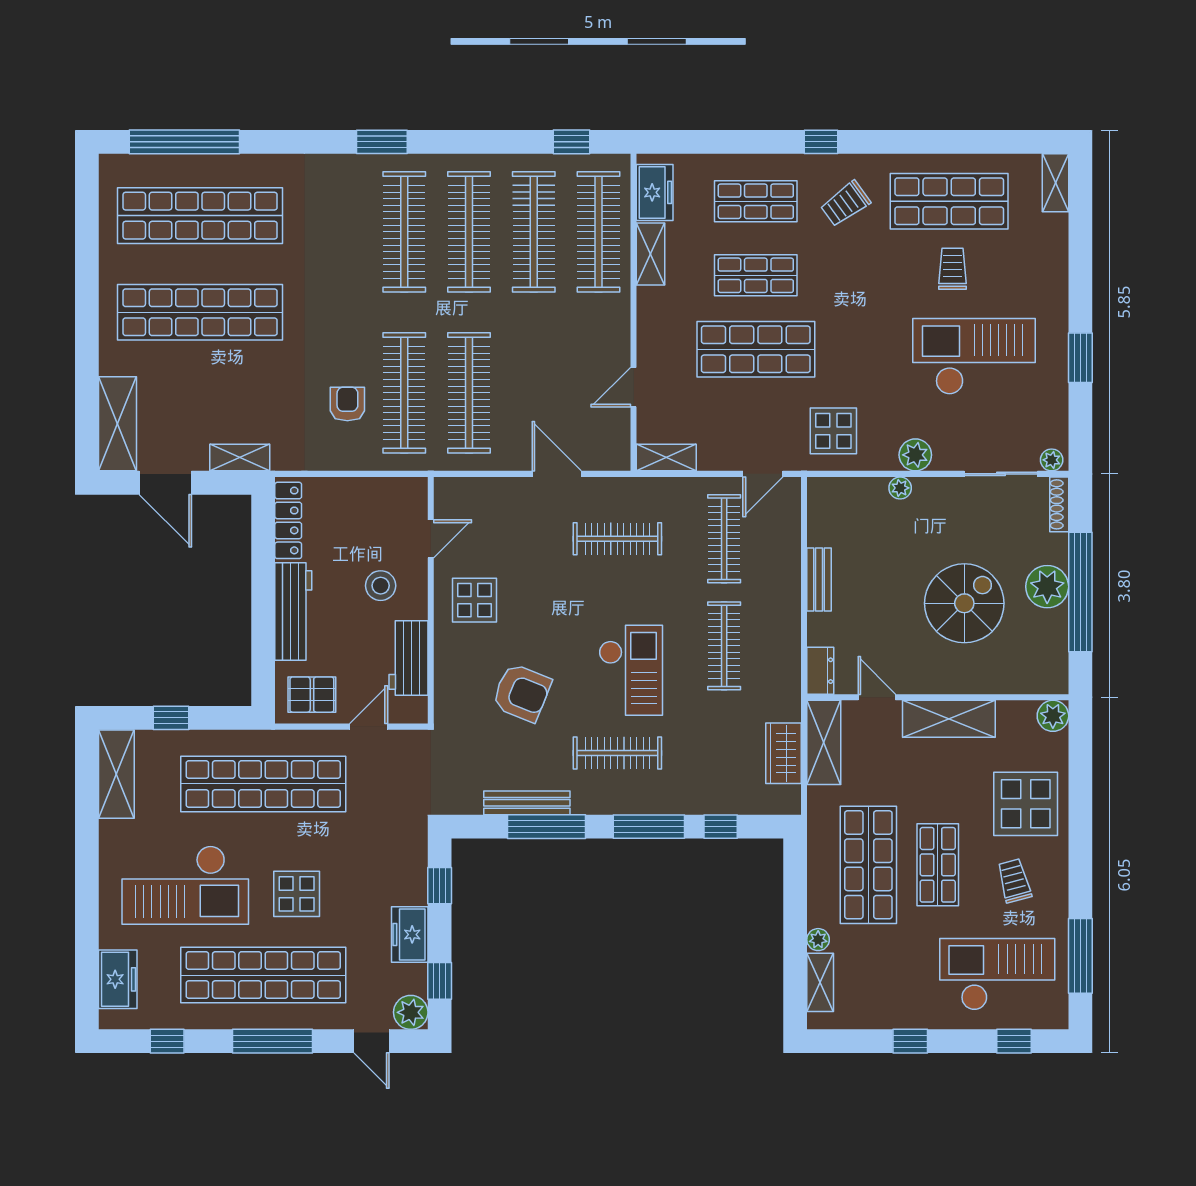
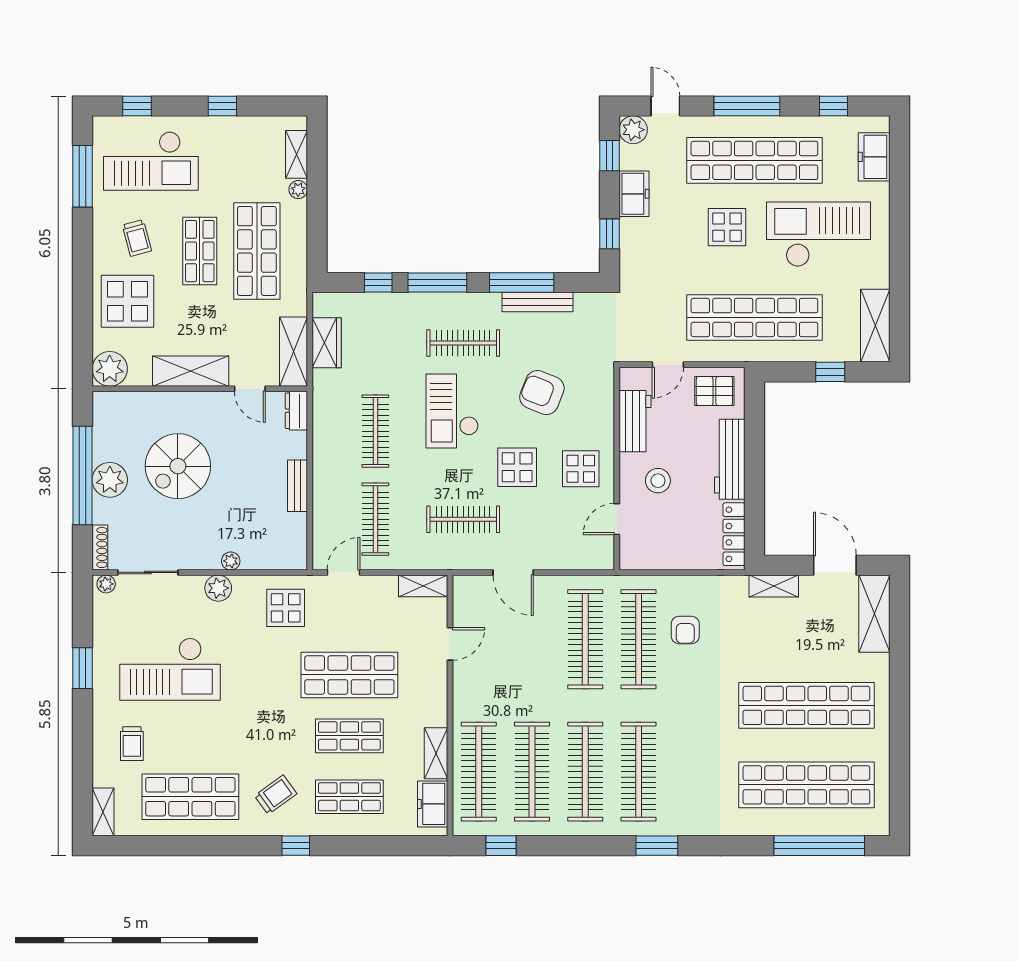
trolley: (952, 269) -> (132, 744), moved
display table: (552, 602) -> (517, 467), added
plant: (1053, 716) -> (110, 369), width x1.36, depth x1.36

